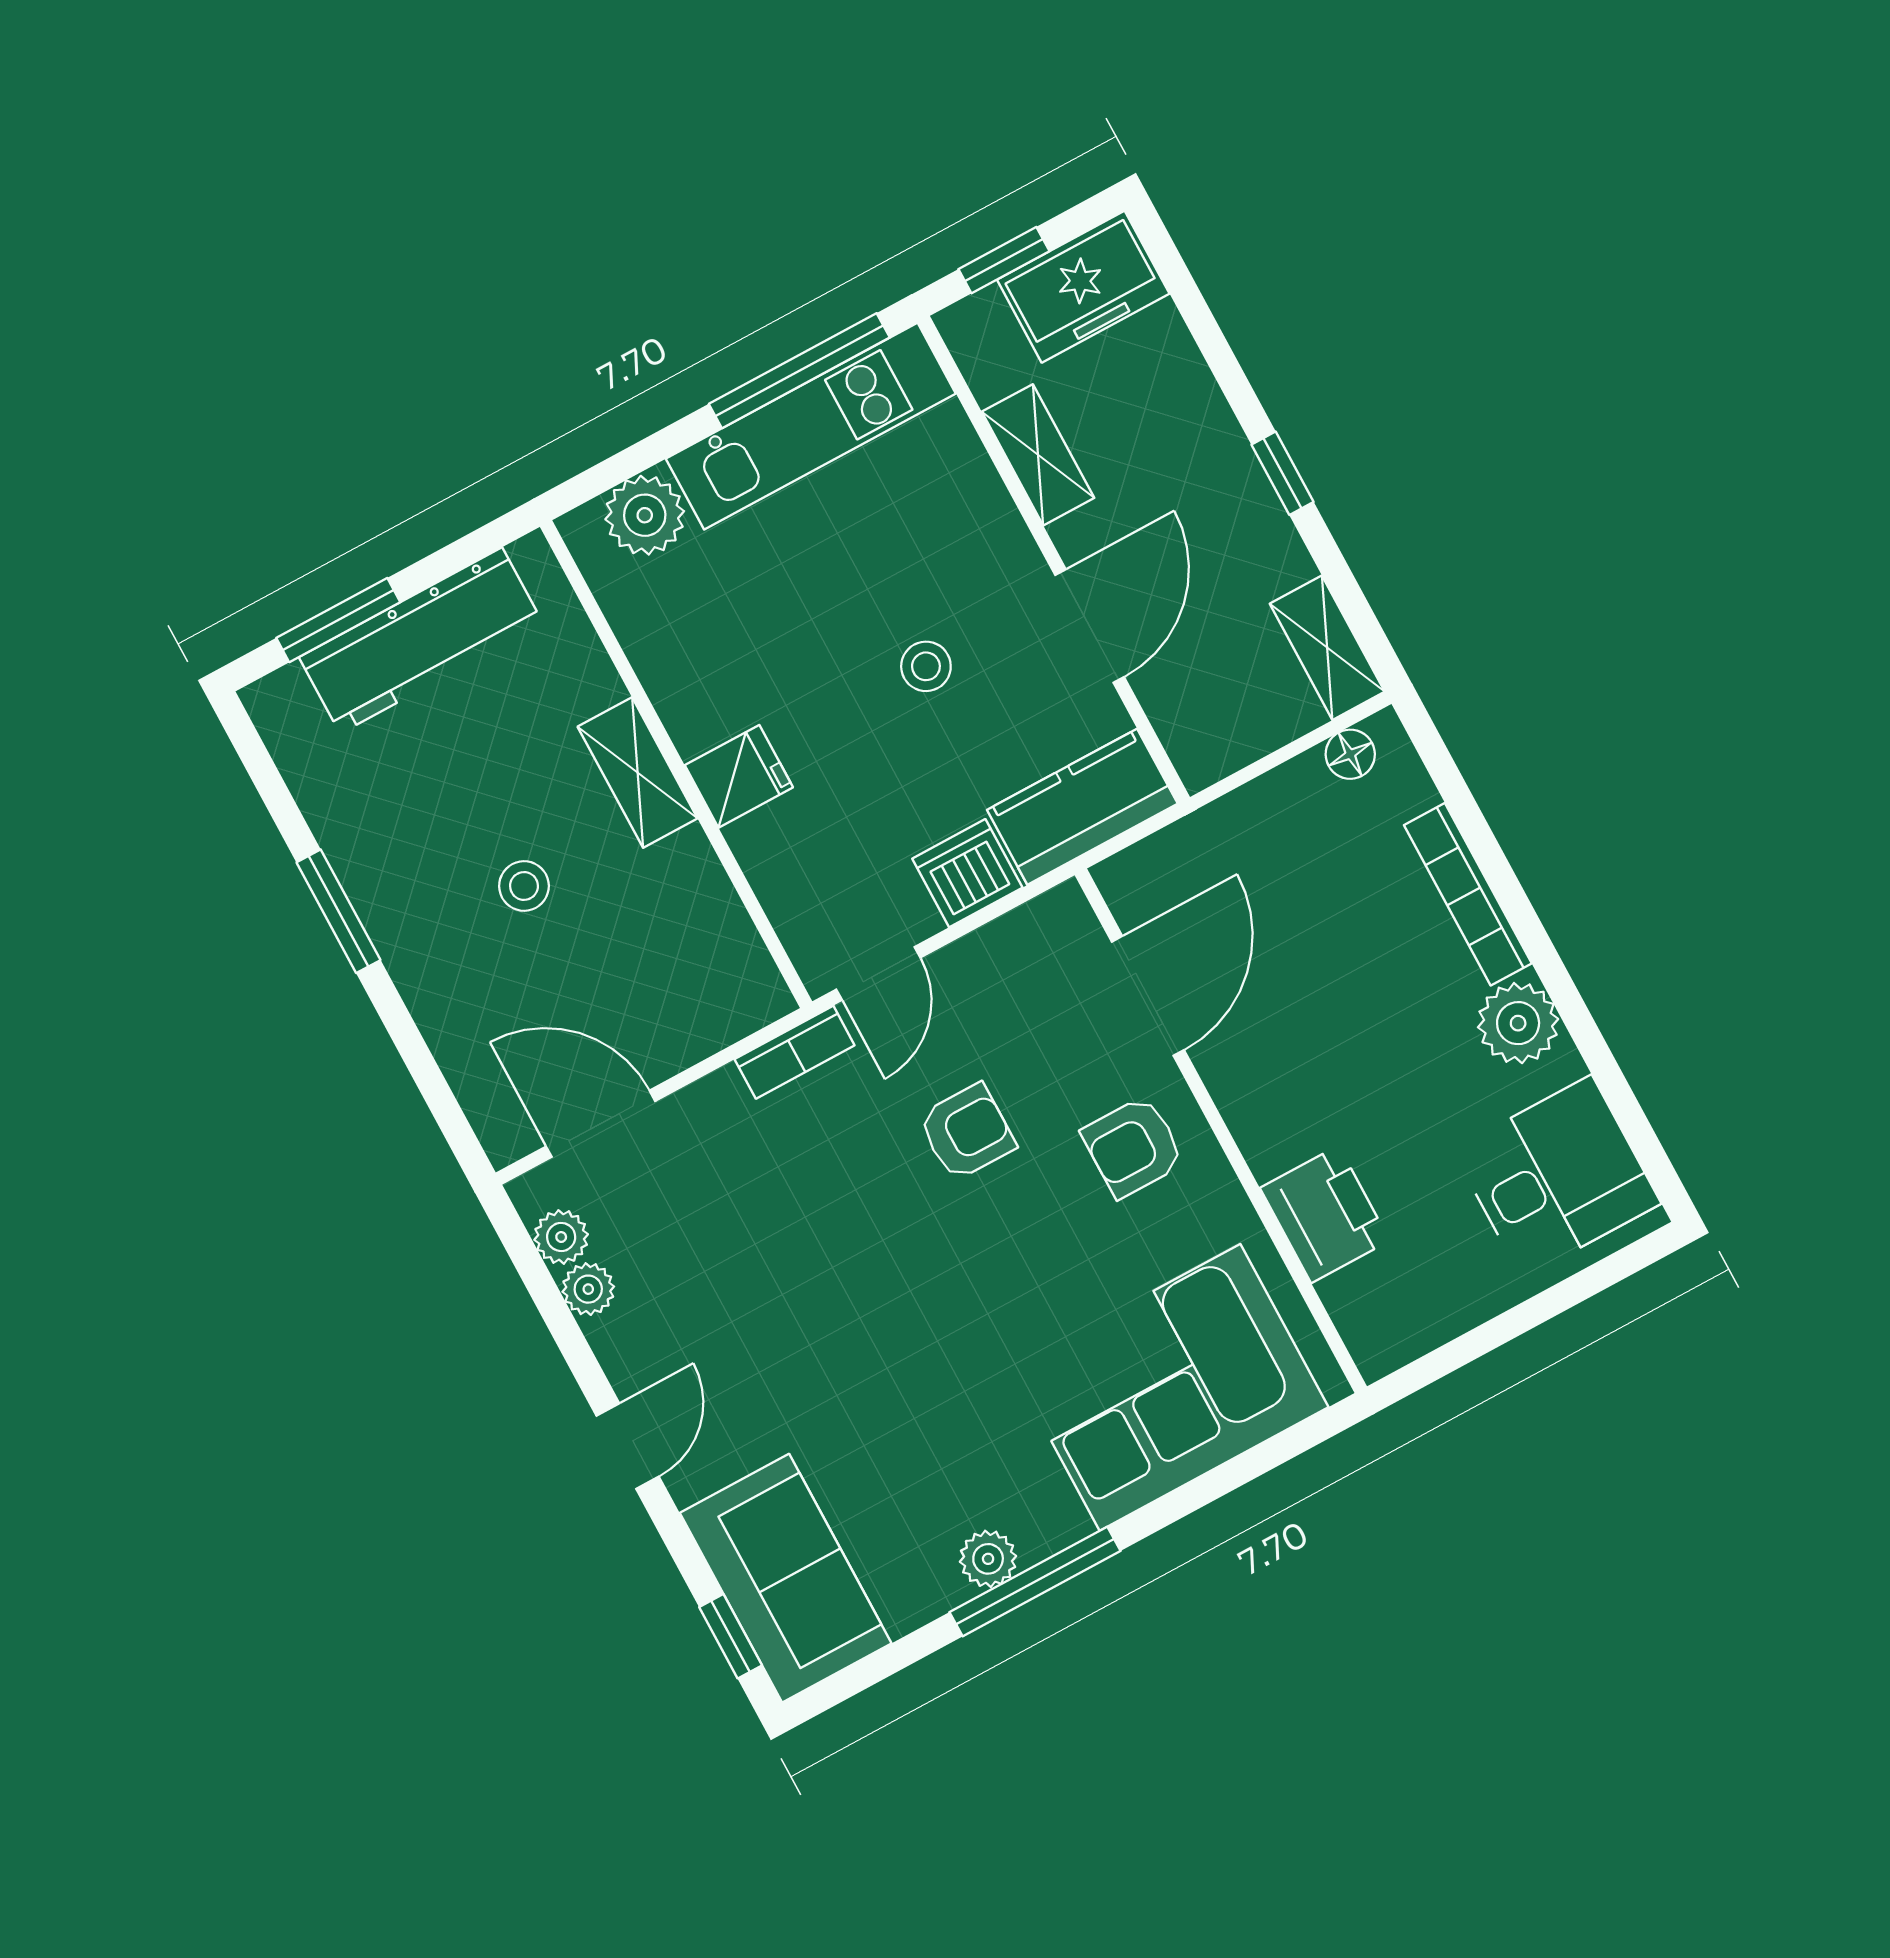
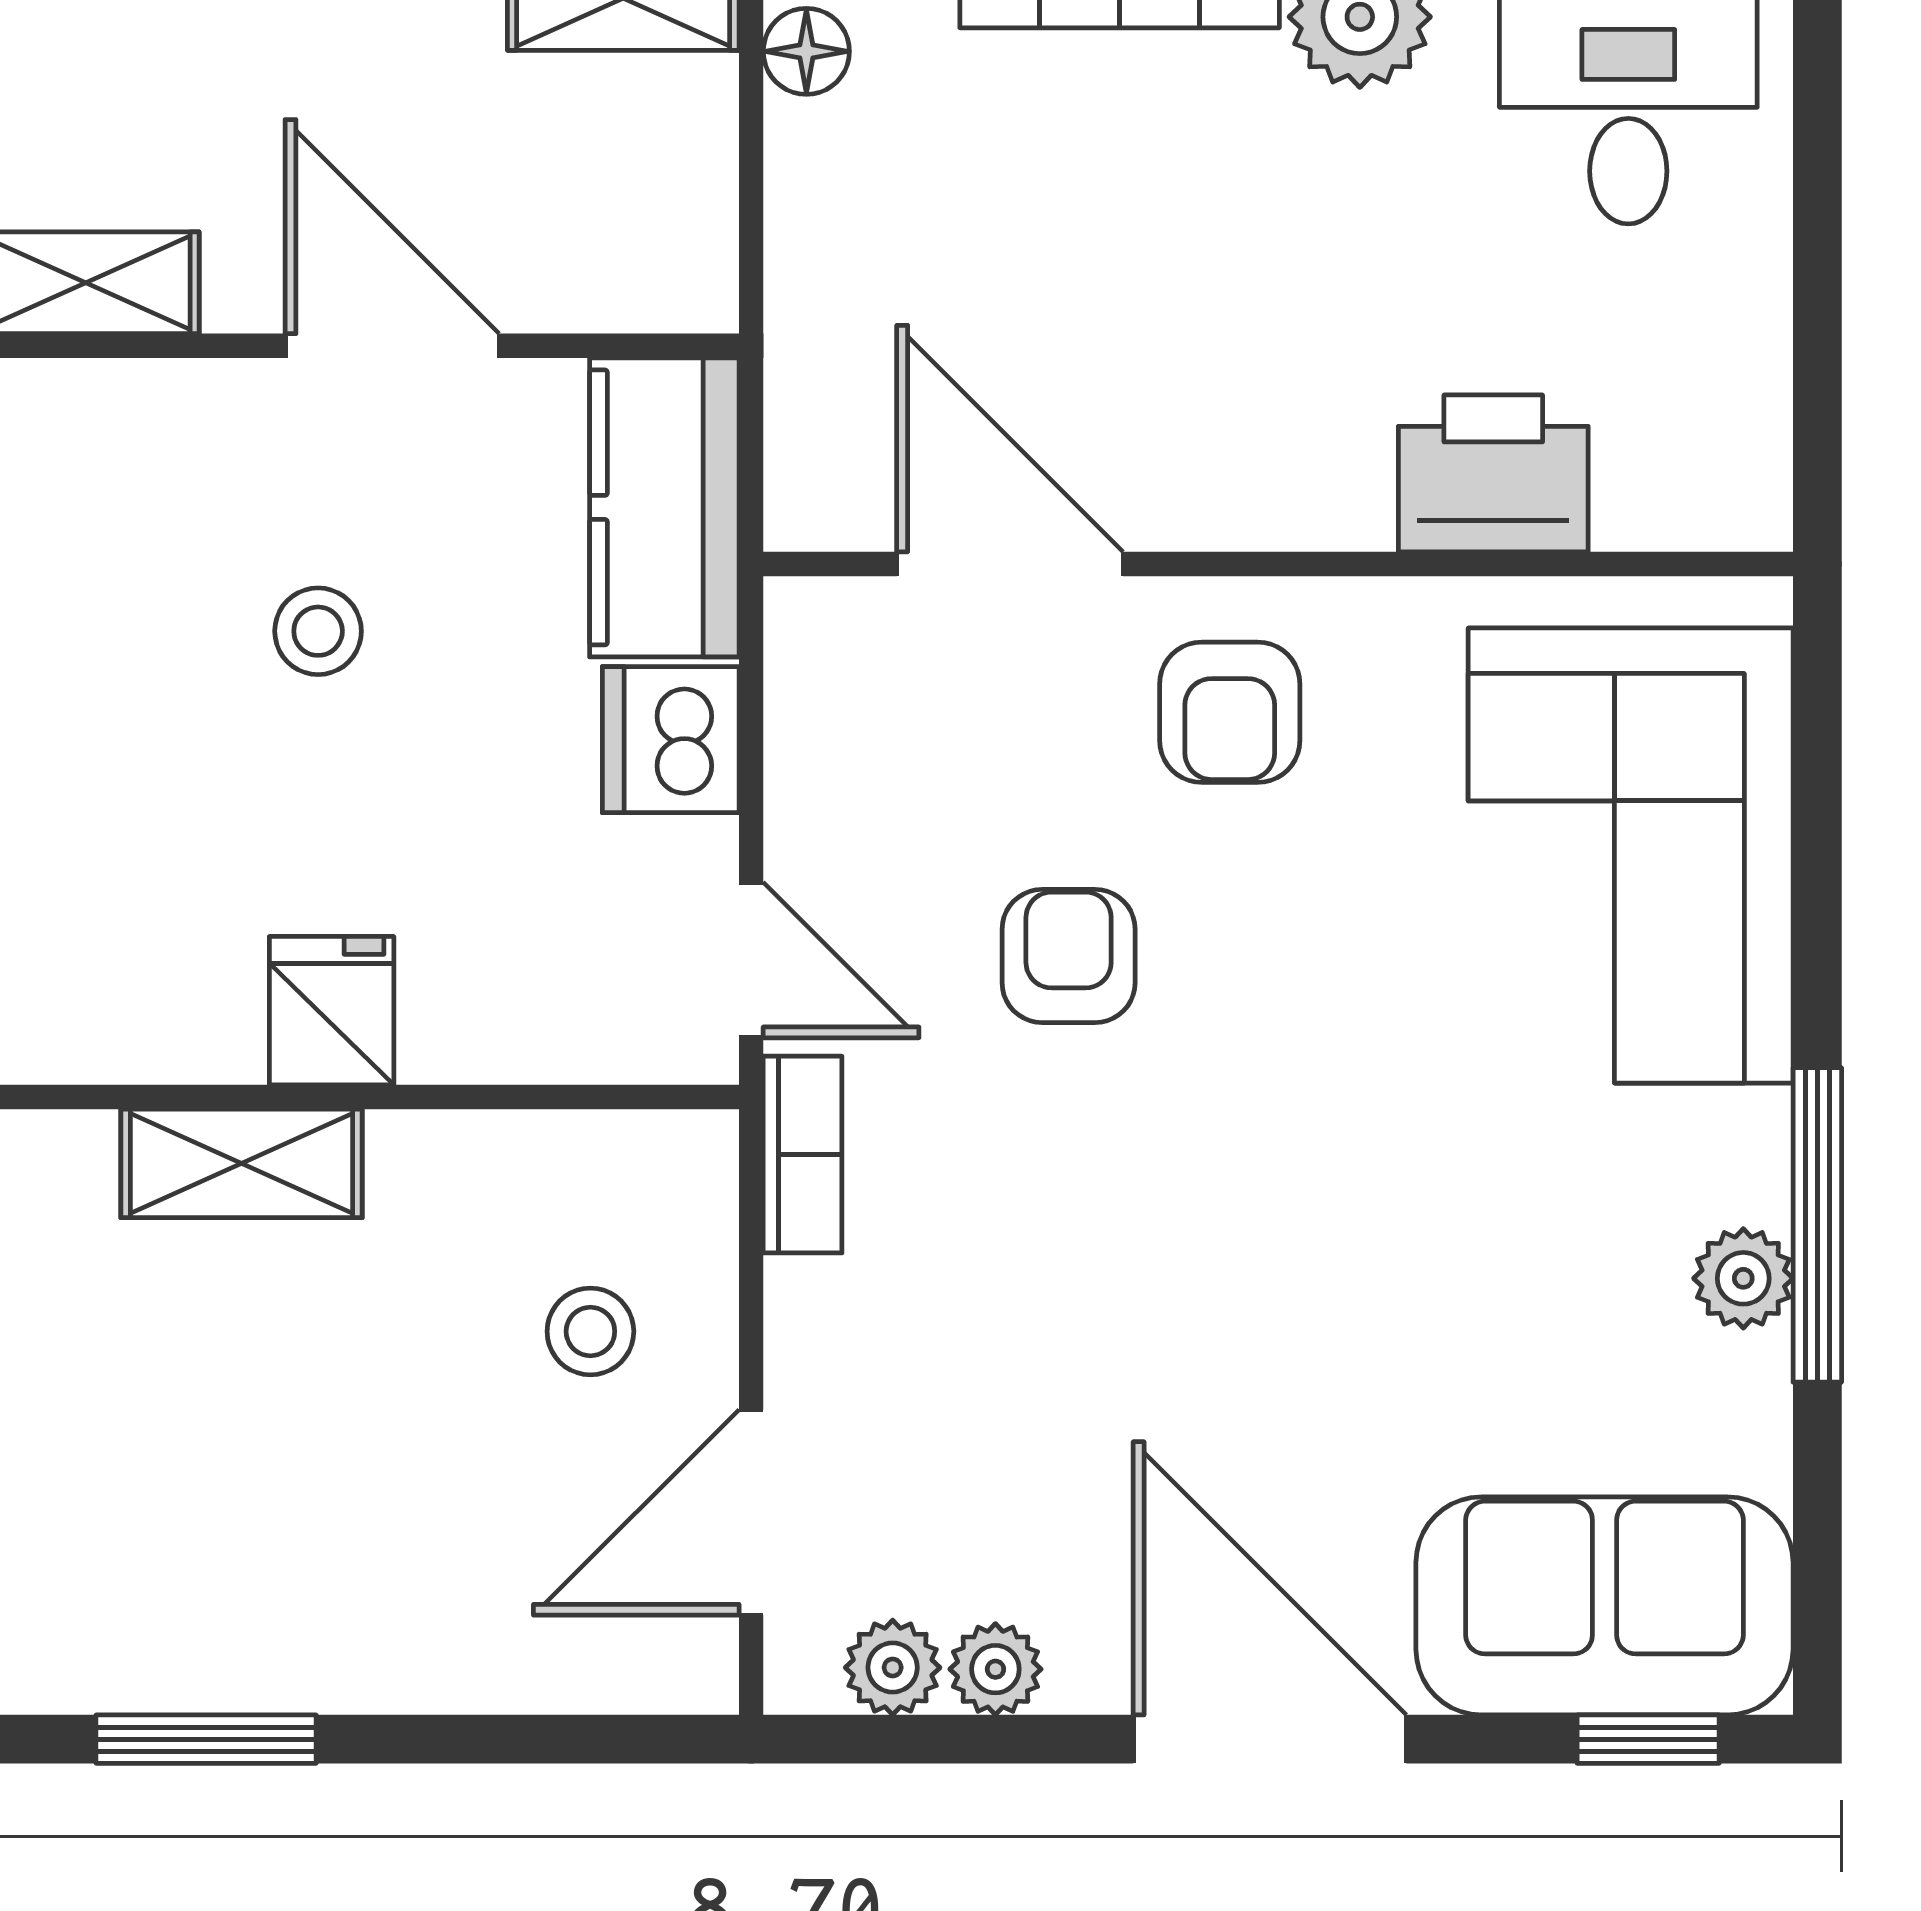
stool: (524, 886) -> (590, 1331), moved
door: (628, 1446) -> (1270, 1739), width x1.88

